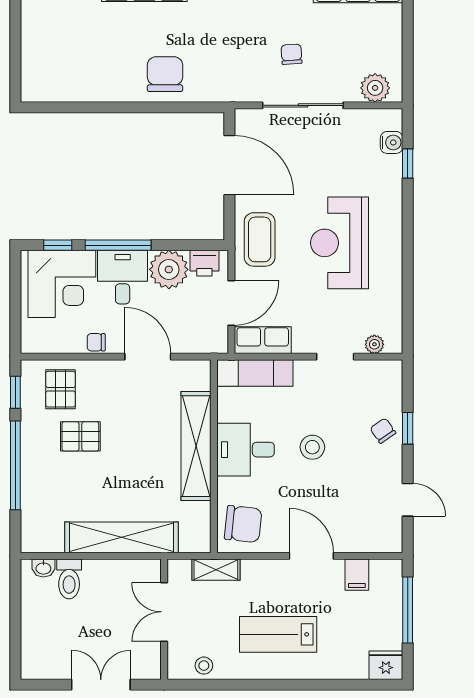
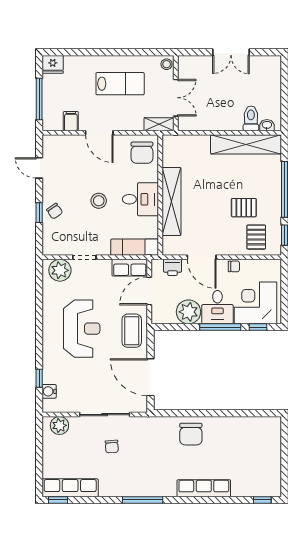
printer: (204, 263) -> (172, 267), moved, turned 180
plant: (374, 344) -> (60, 270), width x1.87, depth x1.87
chair: (243, 524) -> (142, 153), turned -96
shelving: (122, 537) -> (246, 144), moved
double door: (164, 612) -> (176, 98), moved
wall: (164, 619) -> (176, 93), moved

